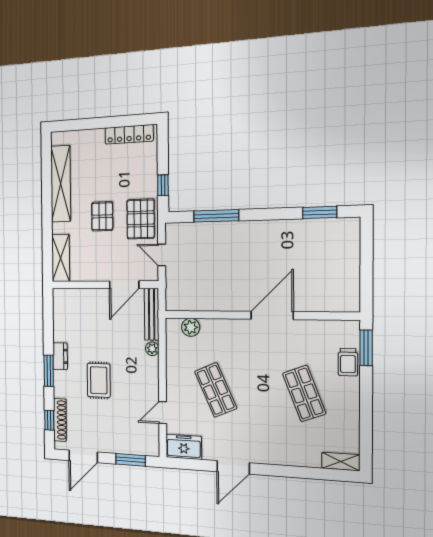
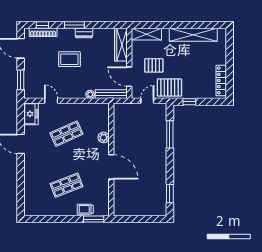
pallet: (102, 216) -> (154, 65), moved
wardrobe: (76, 298) -> (121, 45), added
plant: (191, 327) -> (104, 137), moved
shelving: (341, 462) -> (28, 205), removed

